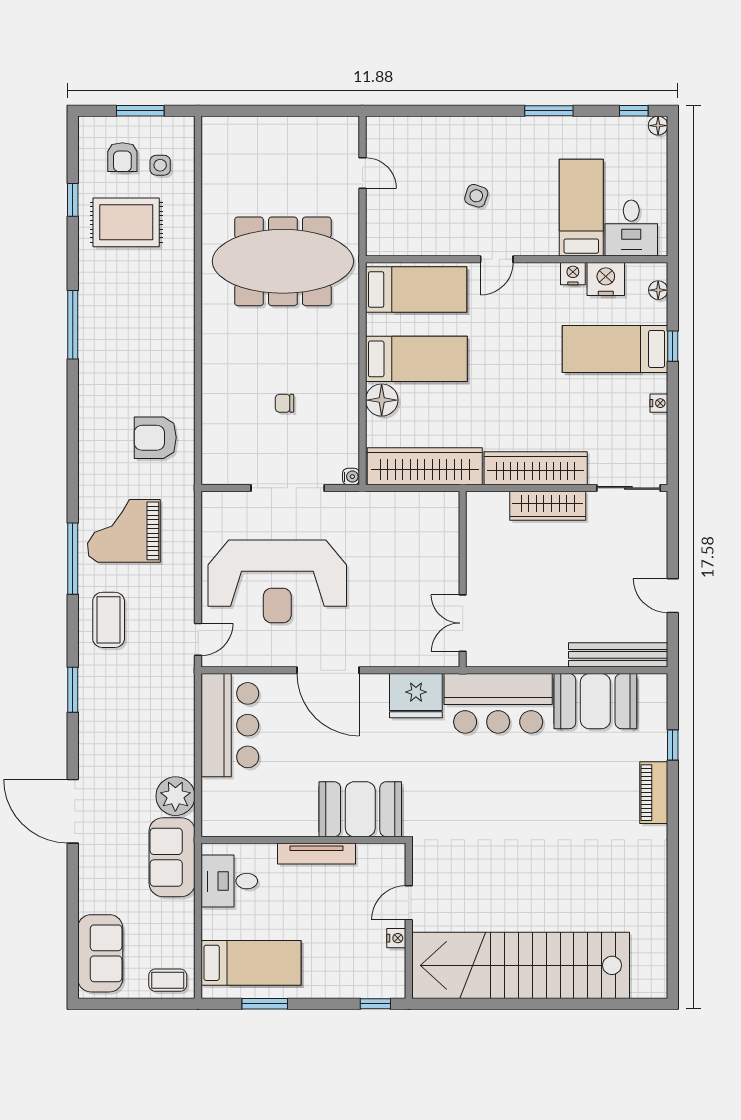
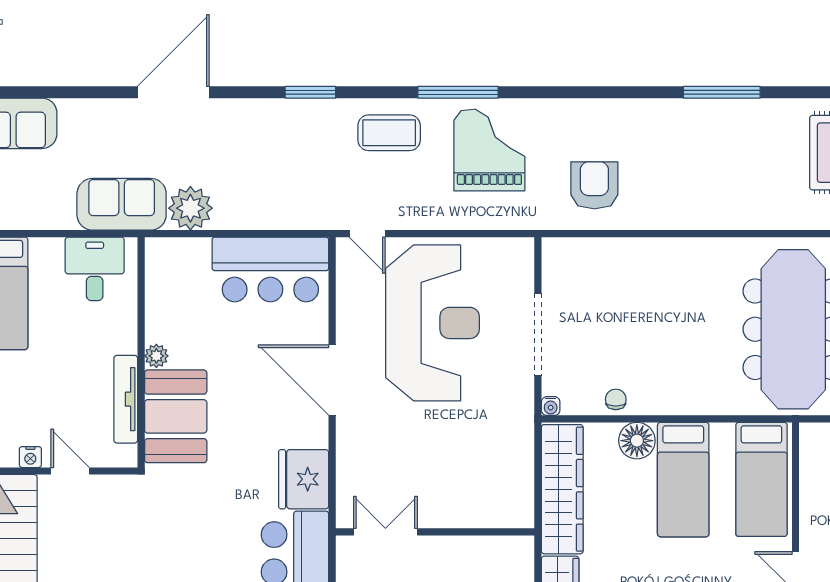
chair: (285, 403) -> (616, 399), moved
reception desk: (277, 581) -> (432, 323), turned 180
door: (328, 670) -> (332, 380), hinge flipped
plant: (307, 826) -> (156, 356), added
tv unit: (316, 853) -> (126, 399), moved

